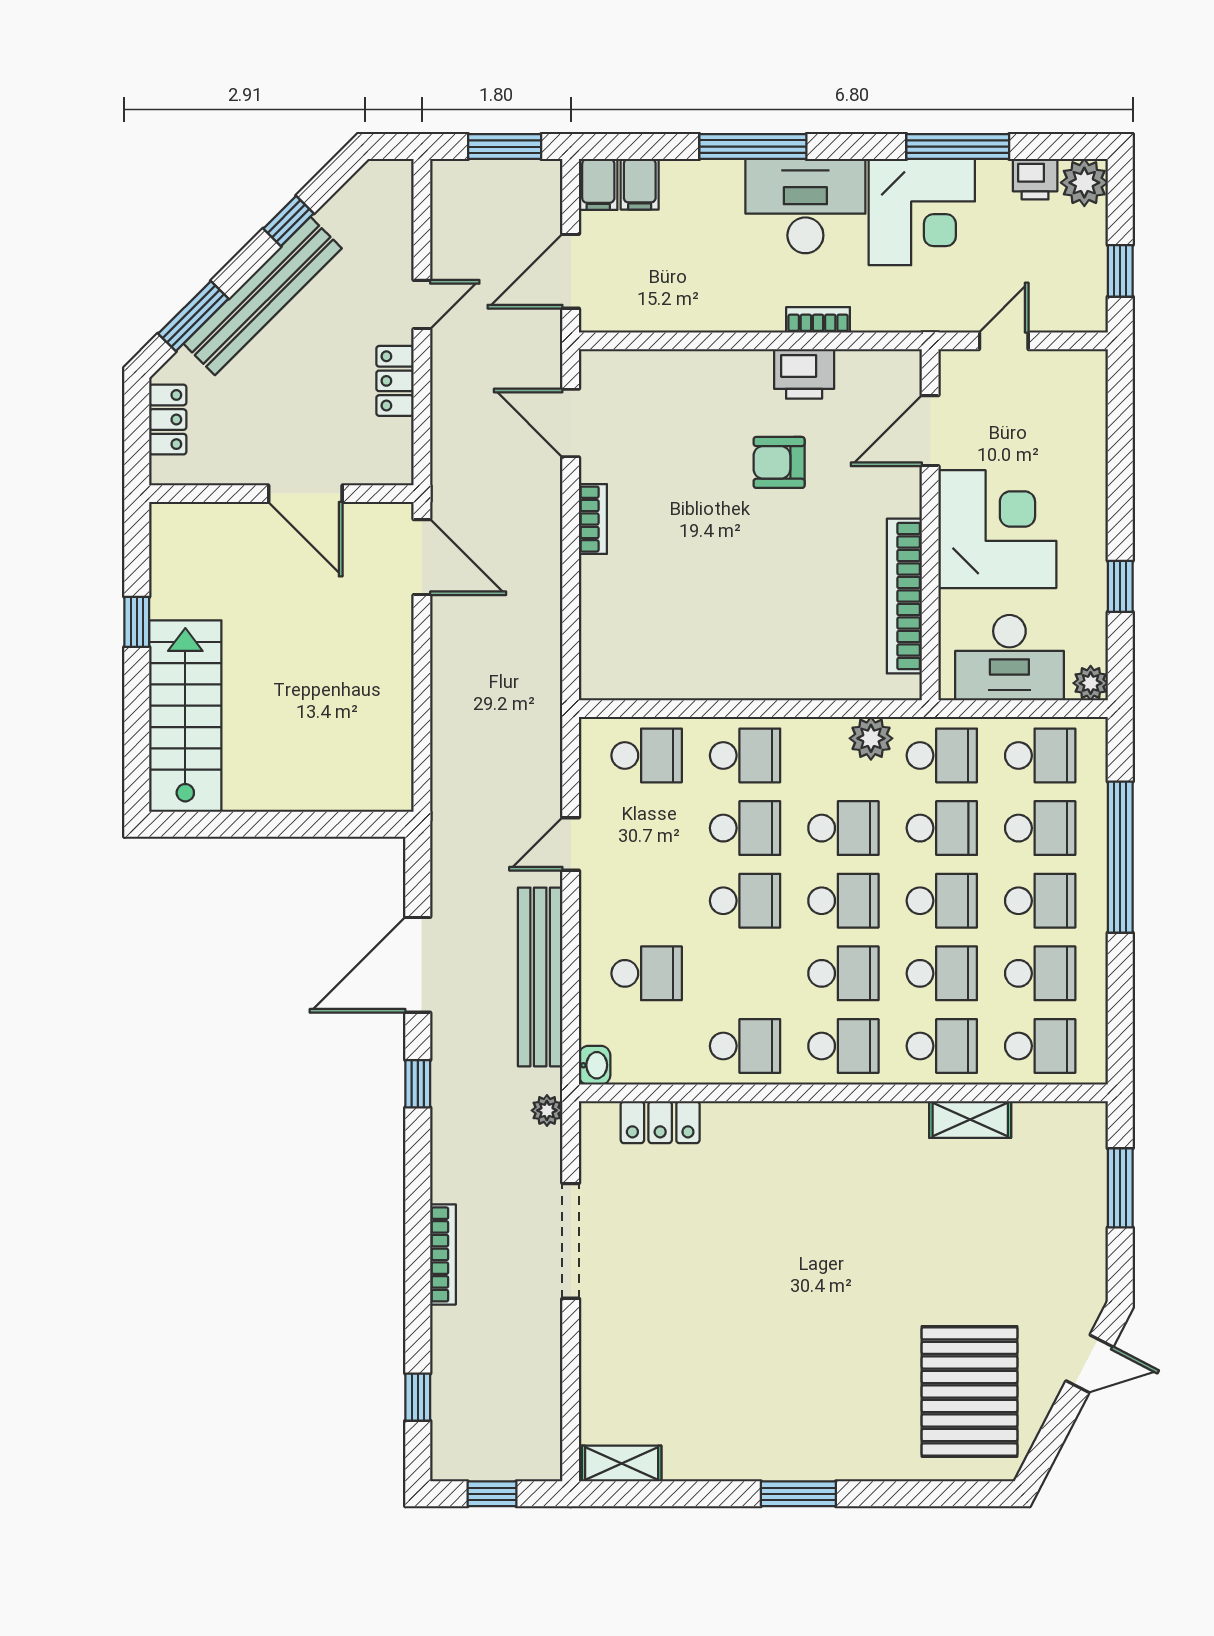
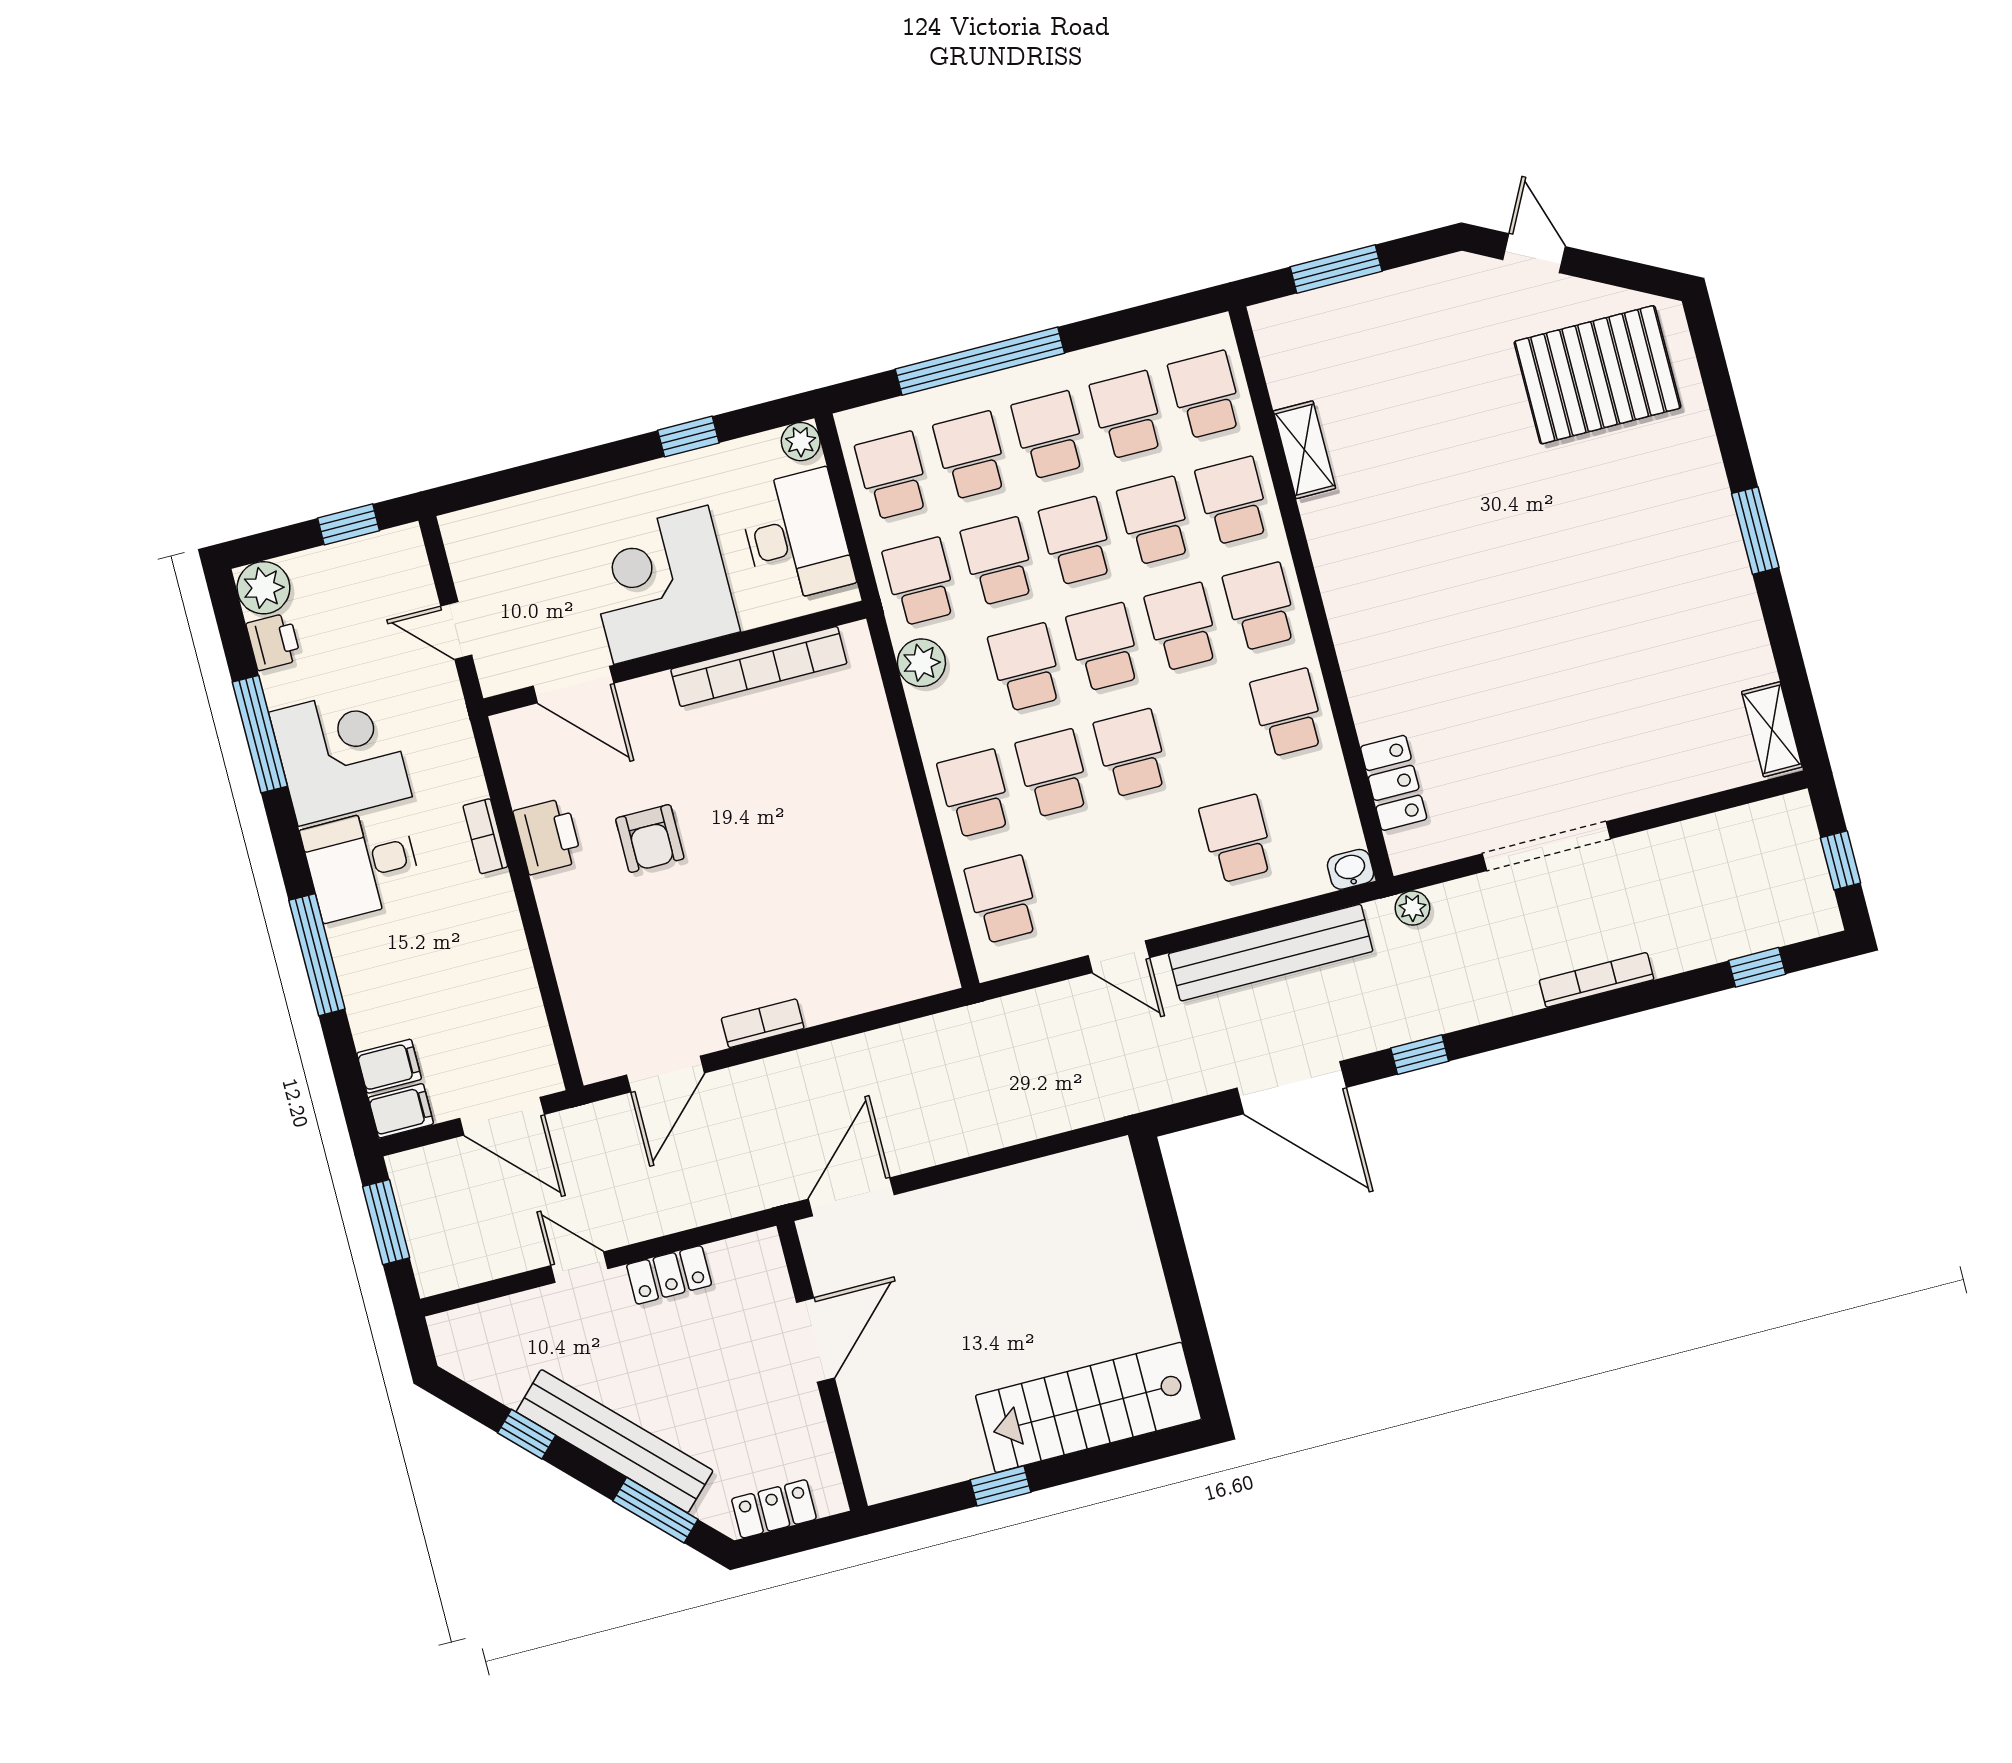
desk: (805, 206) -> (362, 864), width x0.73

